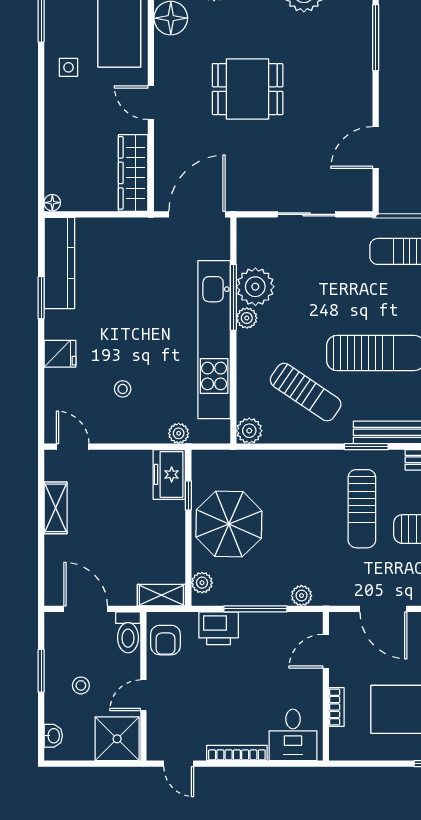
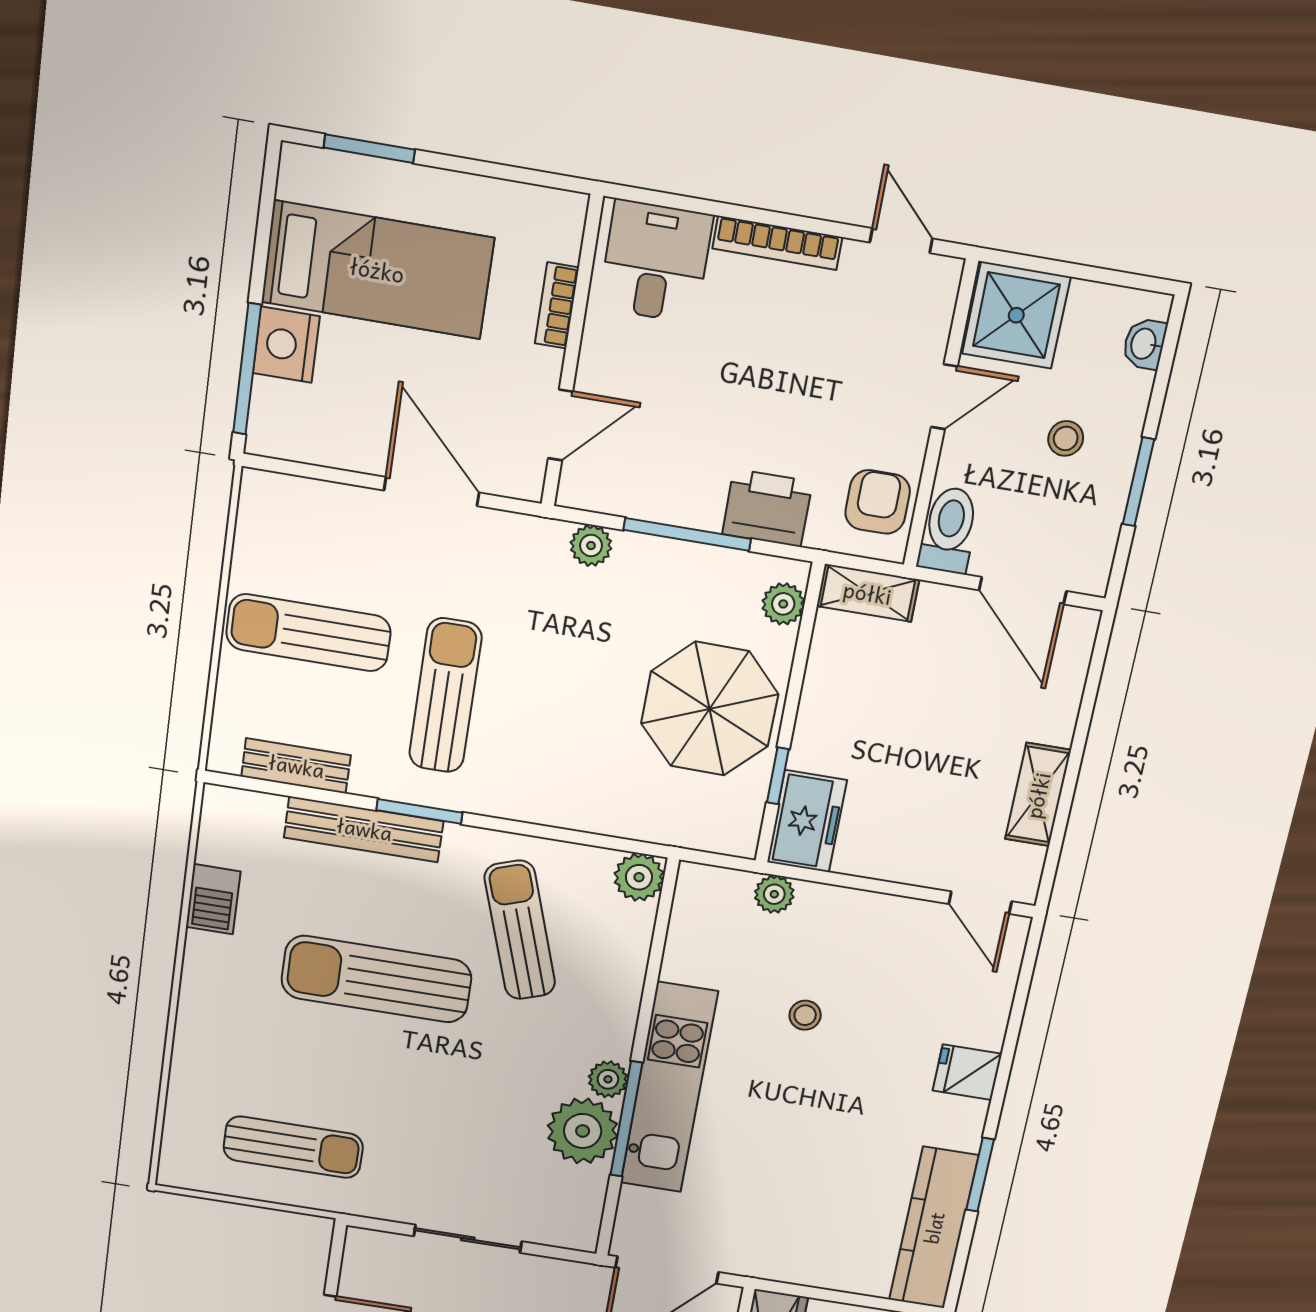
kitchen unit: (214, 340) -> (669, 1088), width x0.73
stool: (123, 389) -> (805, 1015), moved
sun lounger: (306, 392) -> (520, 930), turned 37

